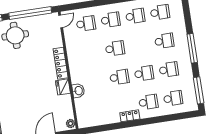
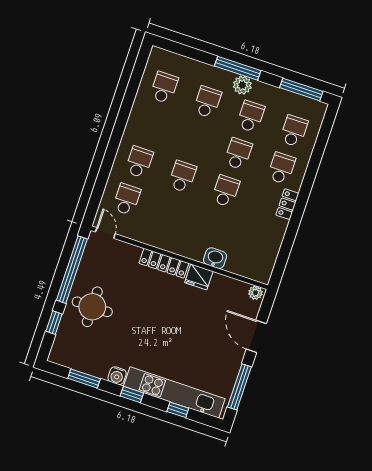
school desk: (135, 16) -> (152, 125), removed
plant: (184, 56) -> (242, 85), added

